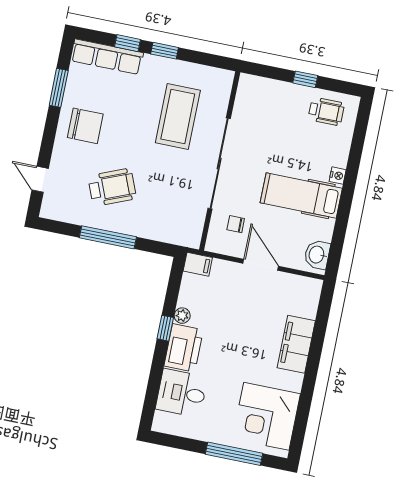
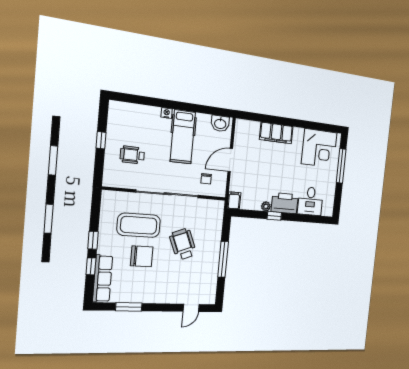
wheelchair: (326, 111) -> (132, 155), moved, turned -90
chair: (85, 126) -> (142, 256), moved, turned 90
wheelchair: (112, 187) -> (183, 244), moved

